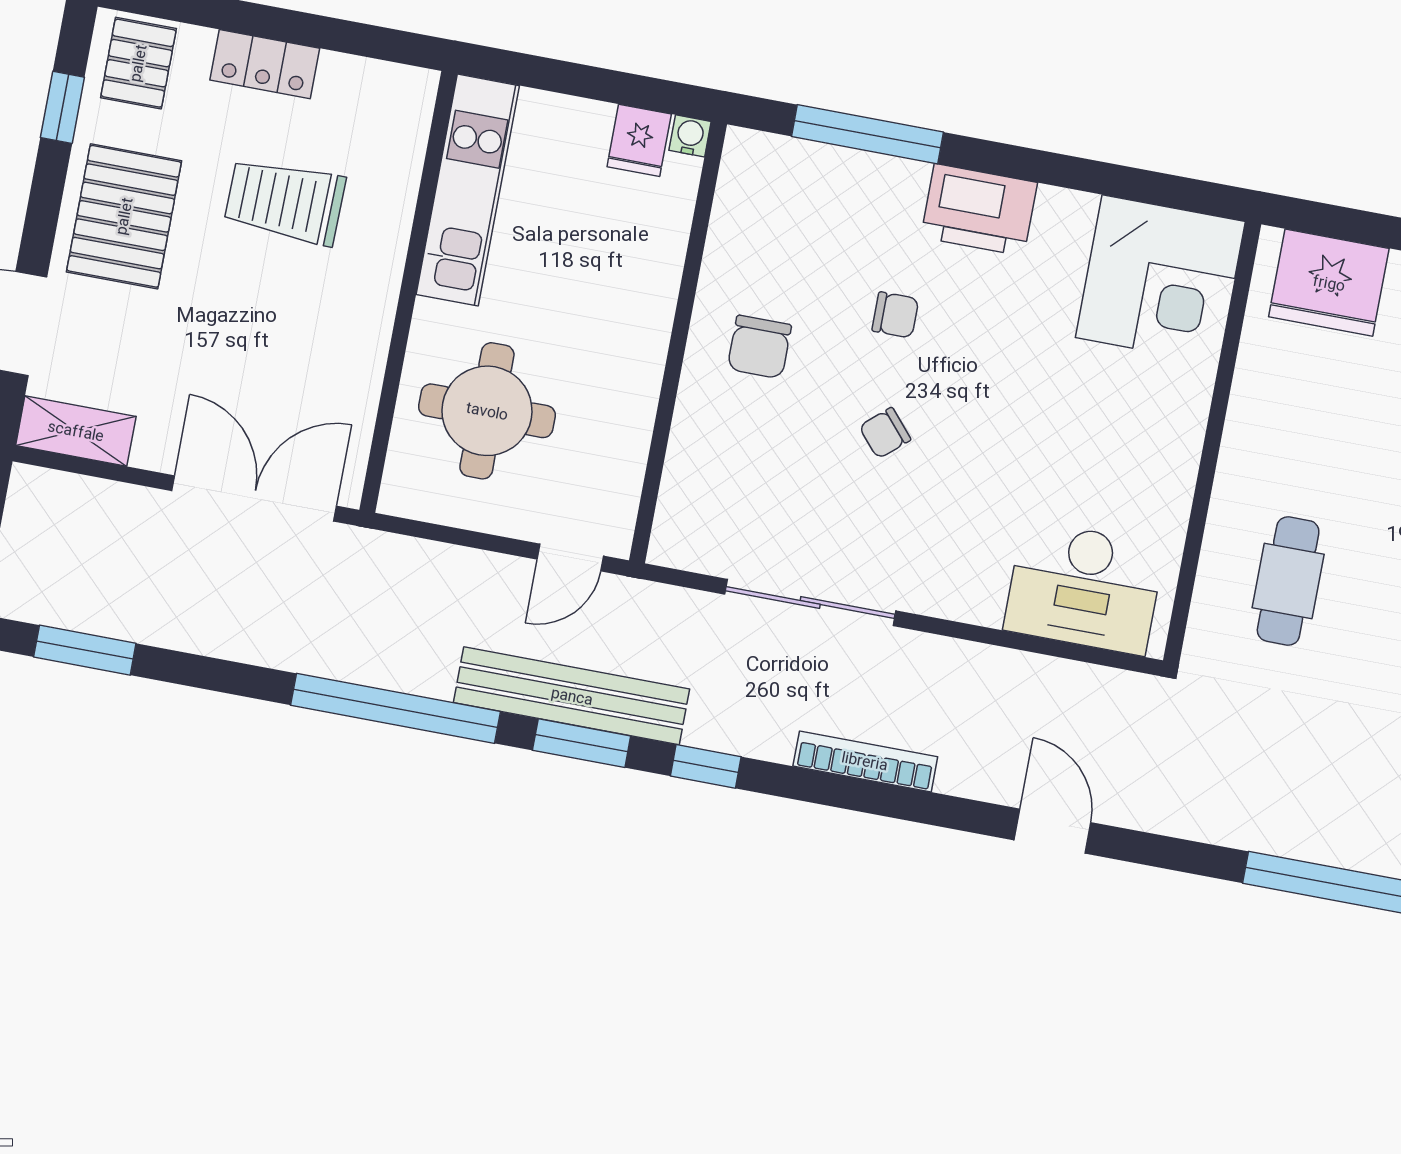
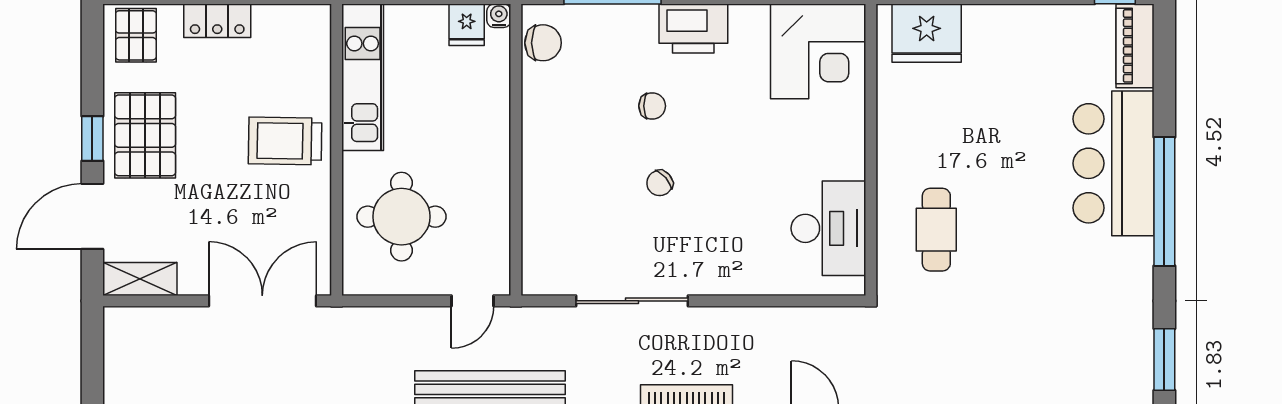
window: (62, 107) -> (92, 139), moved
trolley: (285, 201) -> (285, 141), moved
chair: (759, 347) -> (543, 43), moved, turned -90
desk: (1084, 588) -> (828, 228), moved, turned -90

